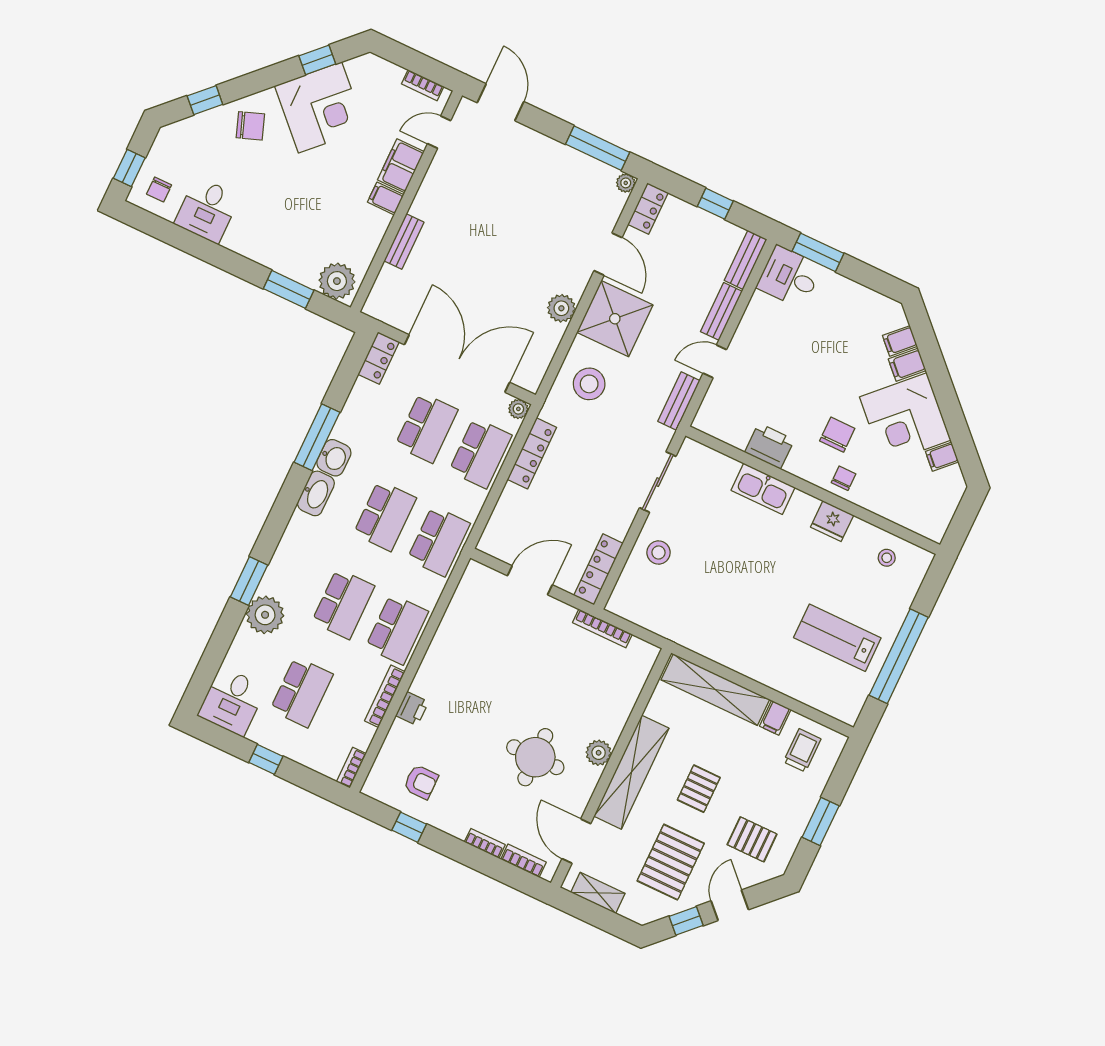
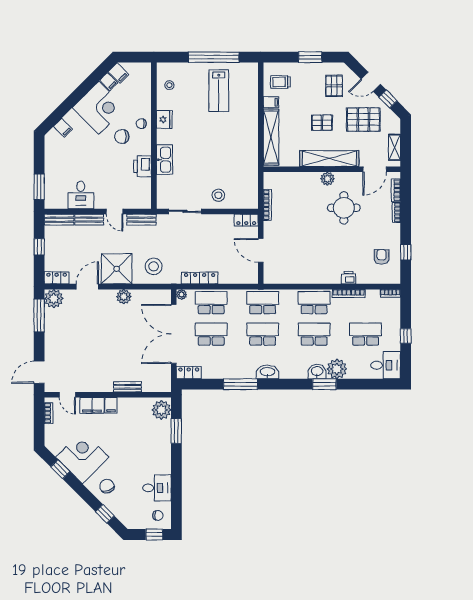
plant: (626, 183) -> (54, 299), width x1.88, depth x1.88
desk: (789, 277) -> (81, 195), moved
filing cabinet: (907, 365) -> (119, 73), moved
washbasin: (334, 458) -> (317, 372), moved
locker: (598, 569) -> (246, 220), width x0.66

